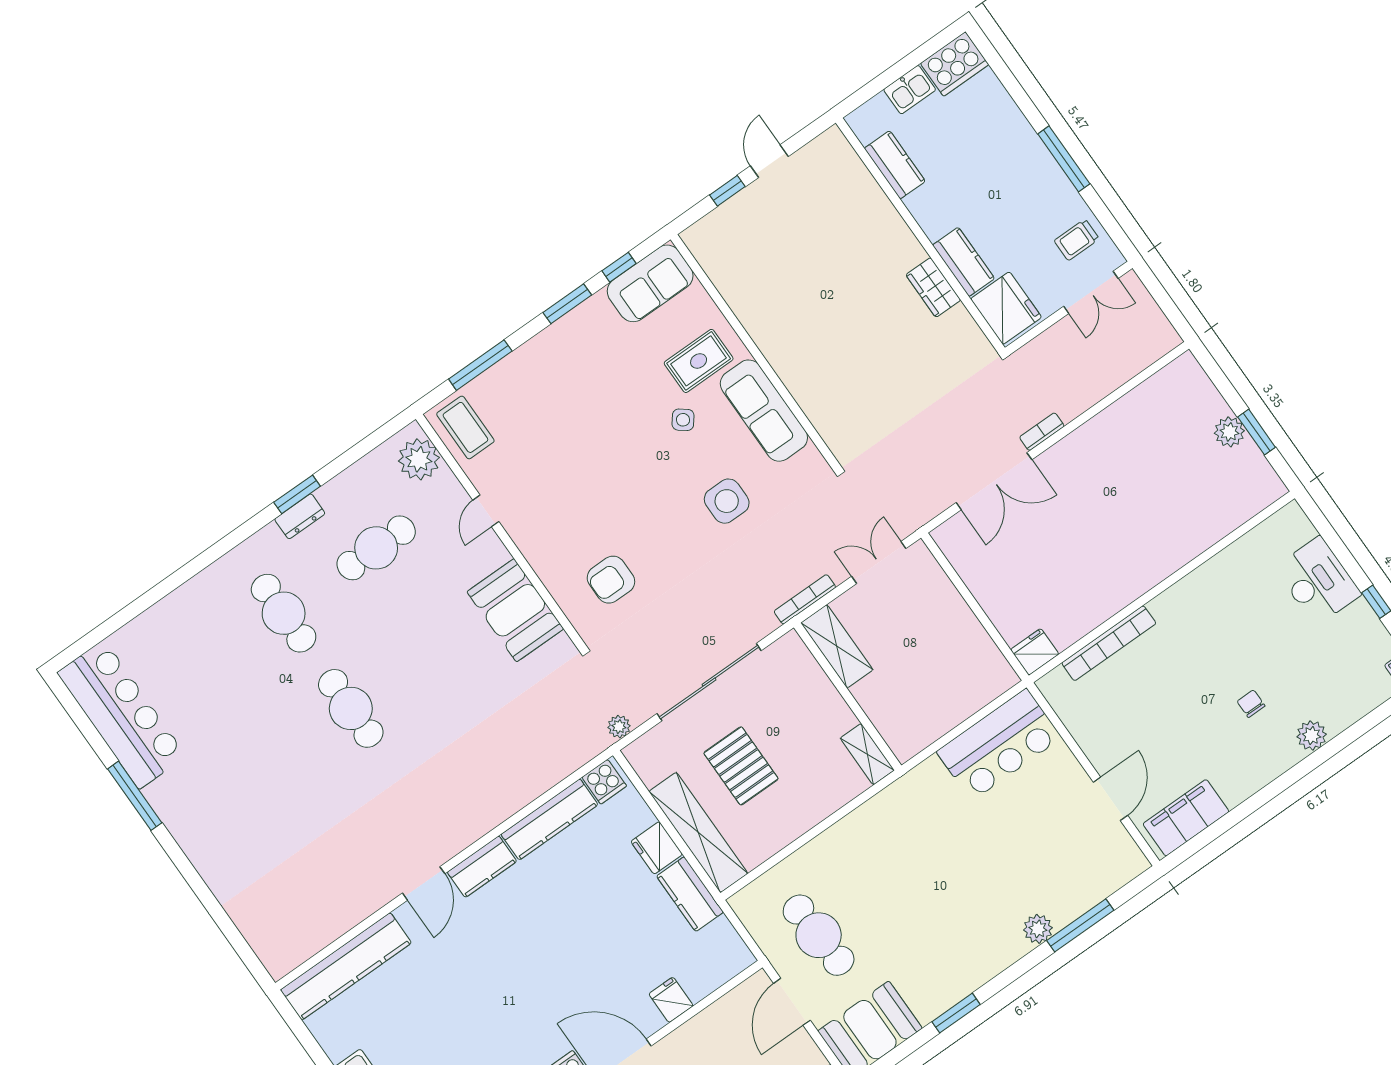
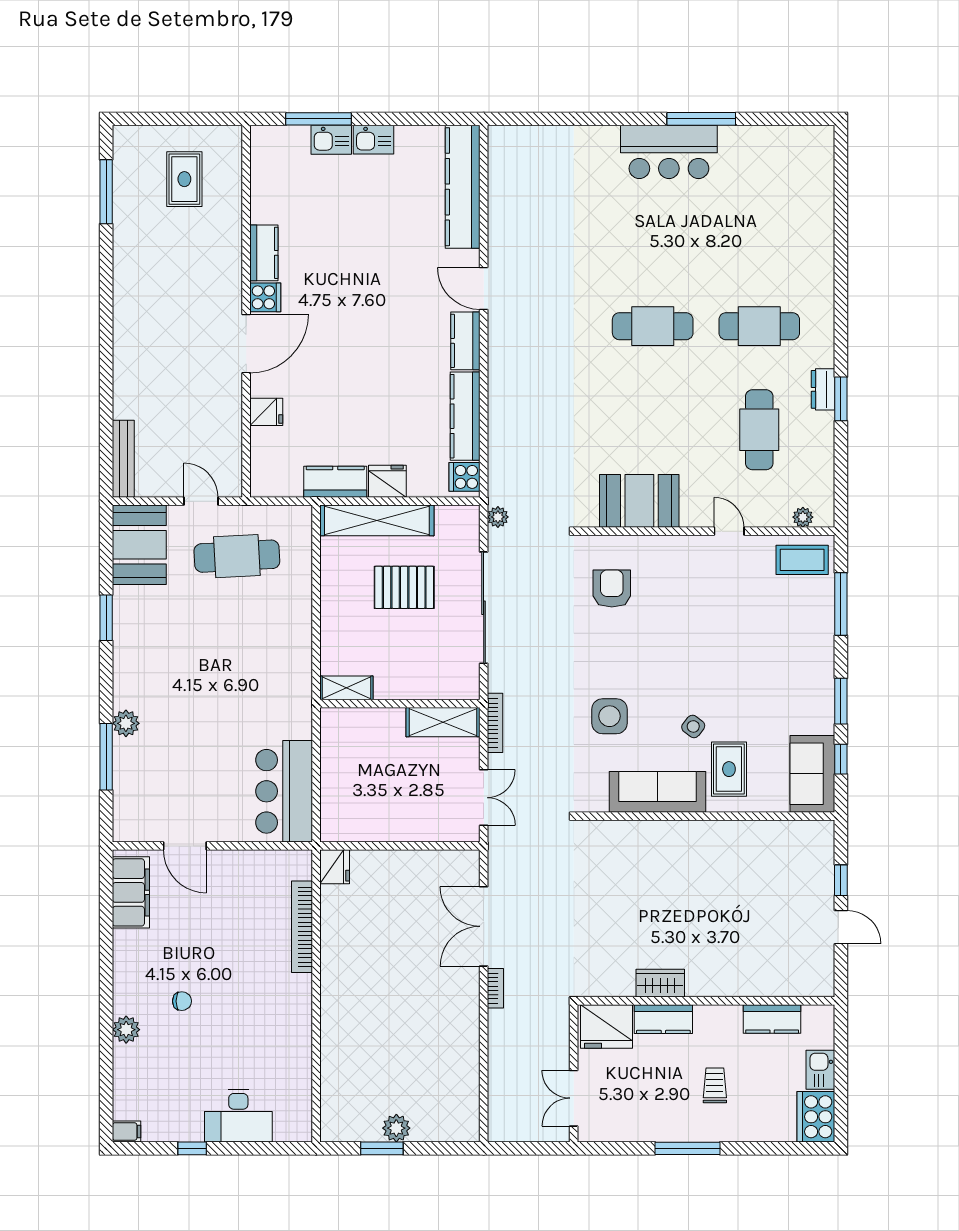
trolley: (1077, 240) -> (715, 1085), moved
plant: (419, 459) -> (803, 517), width x0.53, depth x0.53
bar counter: (122, 714) -> (669, 152), moved, width x0.73
door: (792, 1002) -> (201, 501), width x0.73

